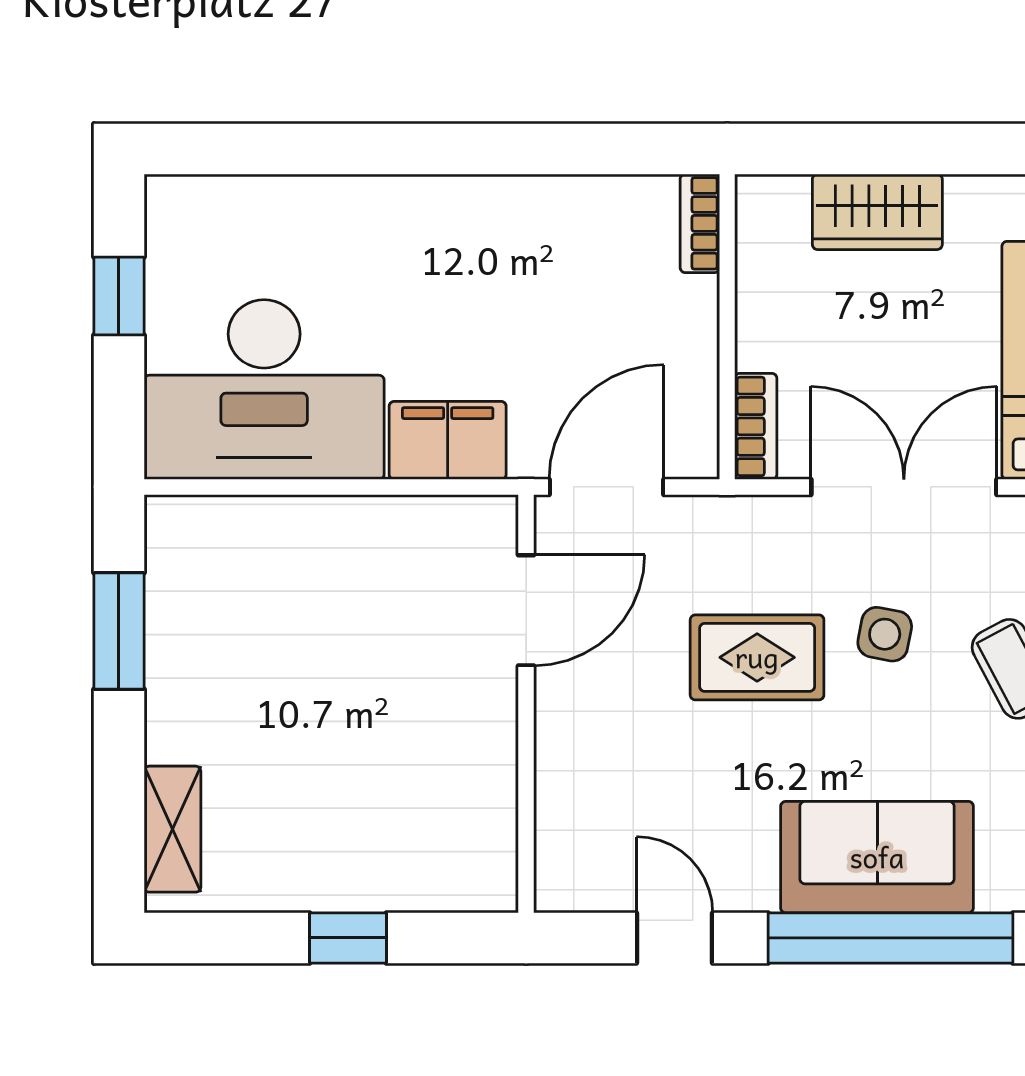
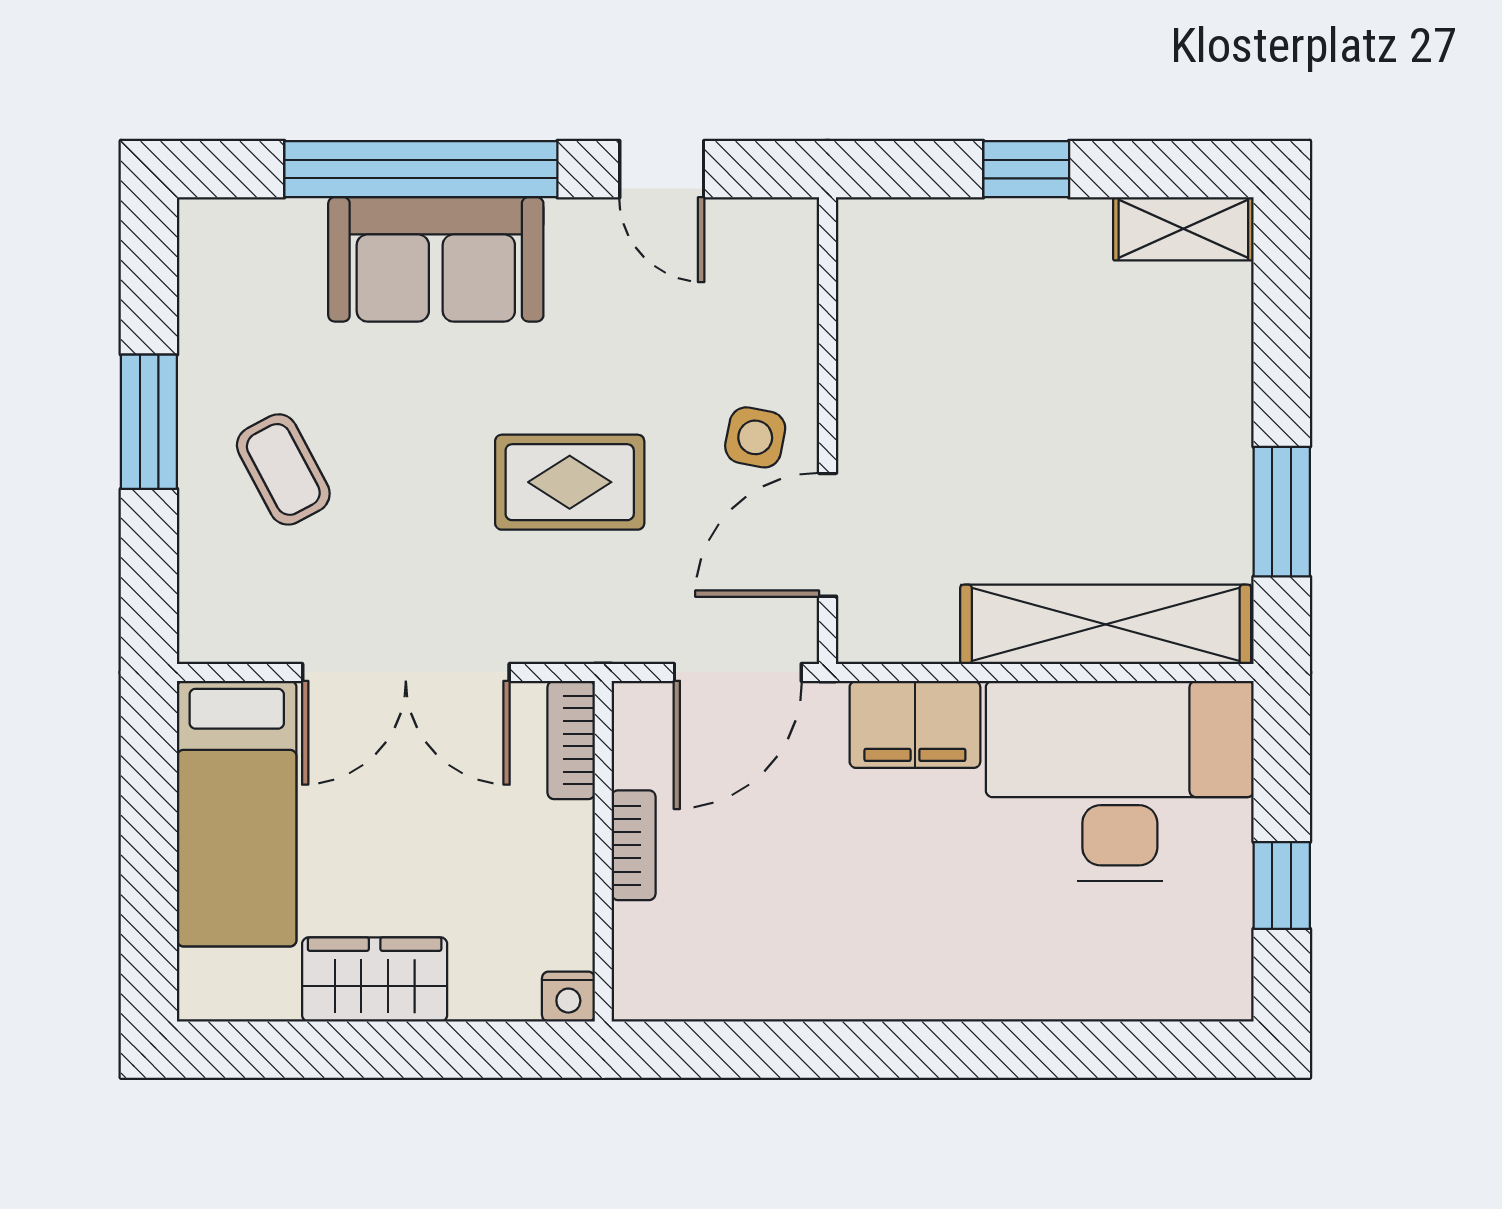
nightstand: (758, 196) -> (568, 997), added
wardrobe: (877, 212) -> (375, 979), moved
bookcase: (700, 223) -> (634, 845), moved
shelving: (277, 530) -> (1106, 624), added
side table: (885, 634) -> (755, 437), moved
shelving: (172, 829) -> (1183, 229), moved, turned 90

